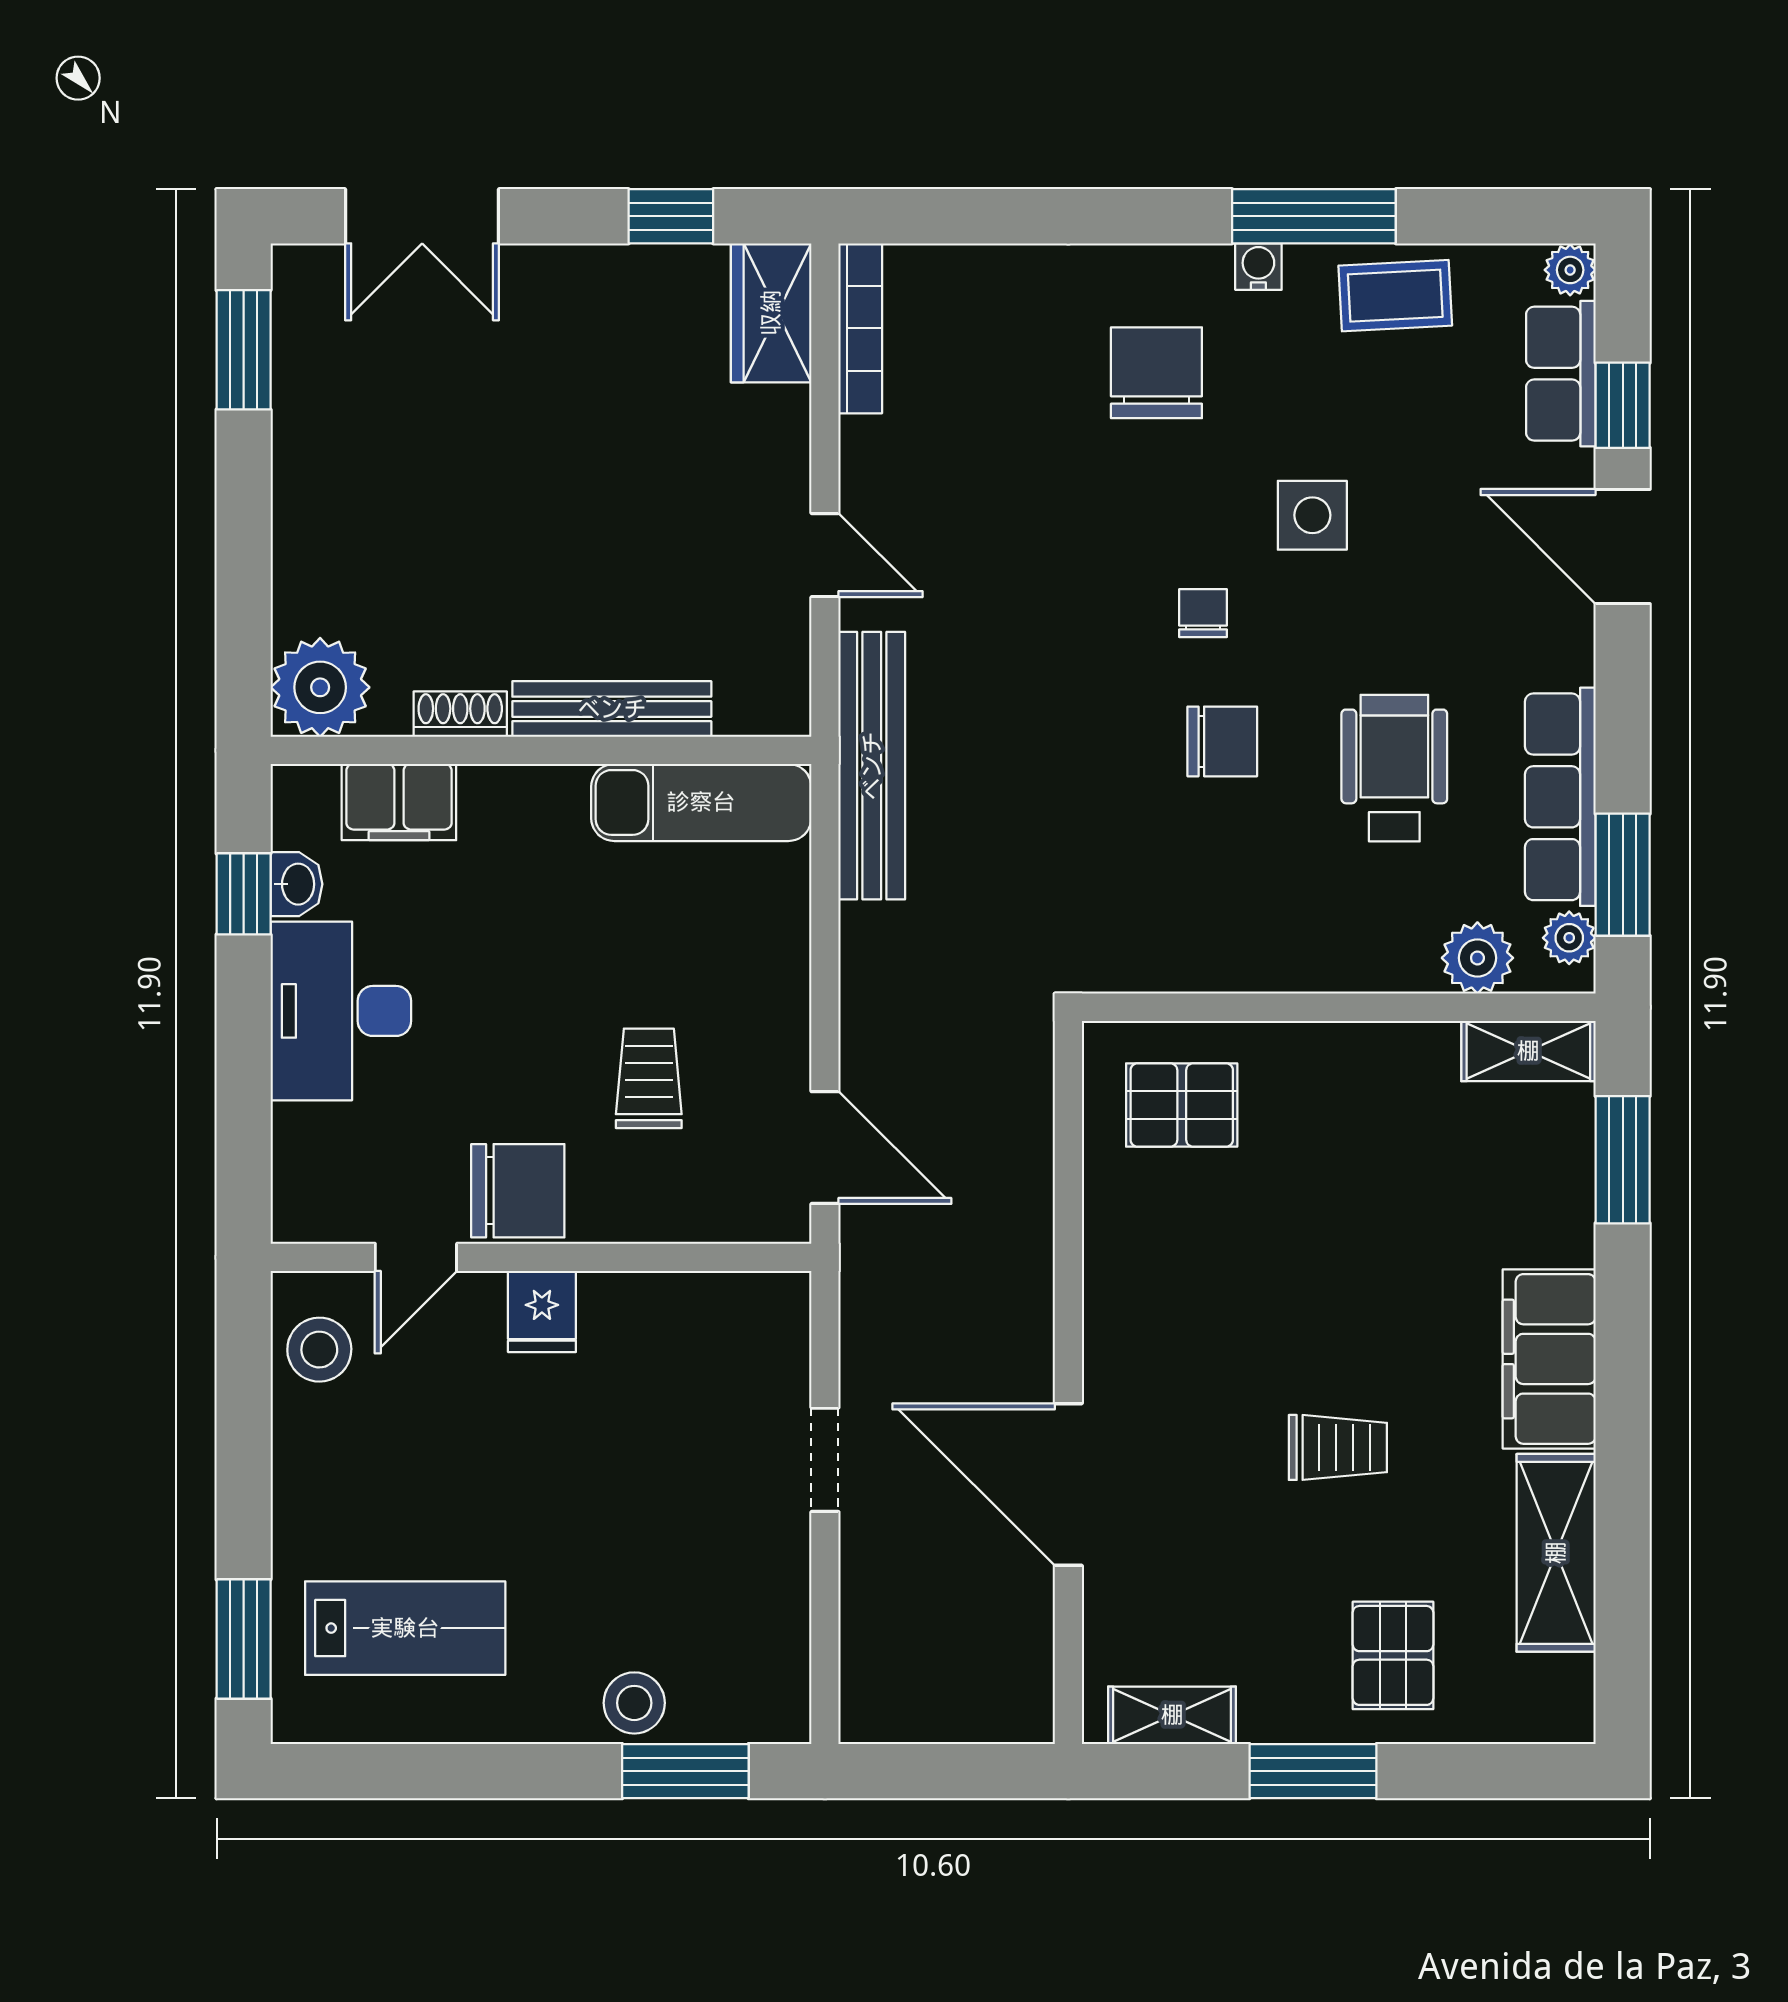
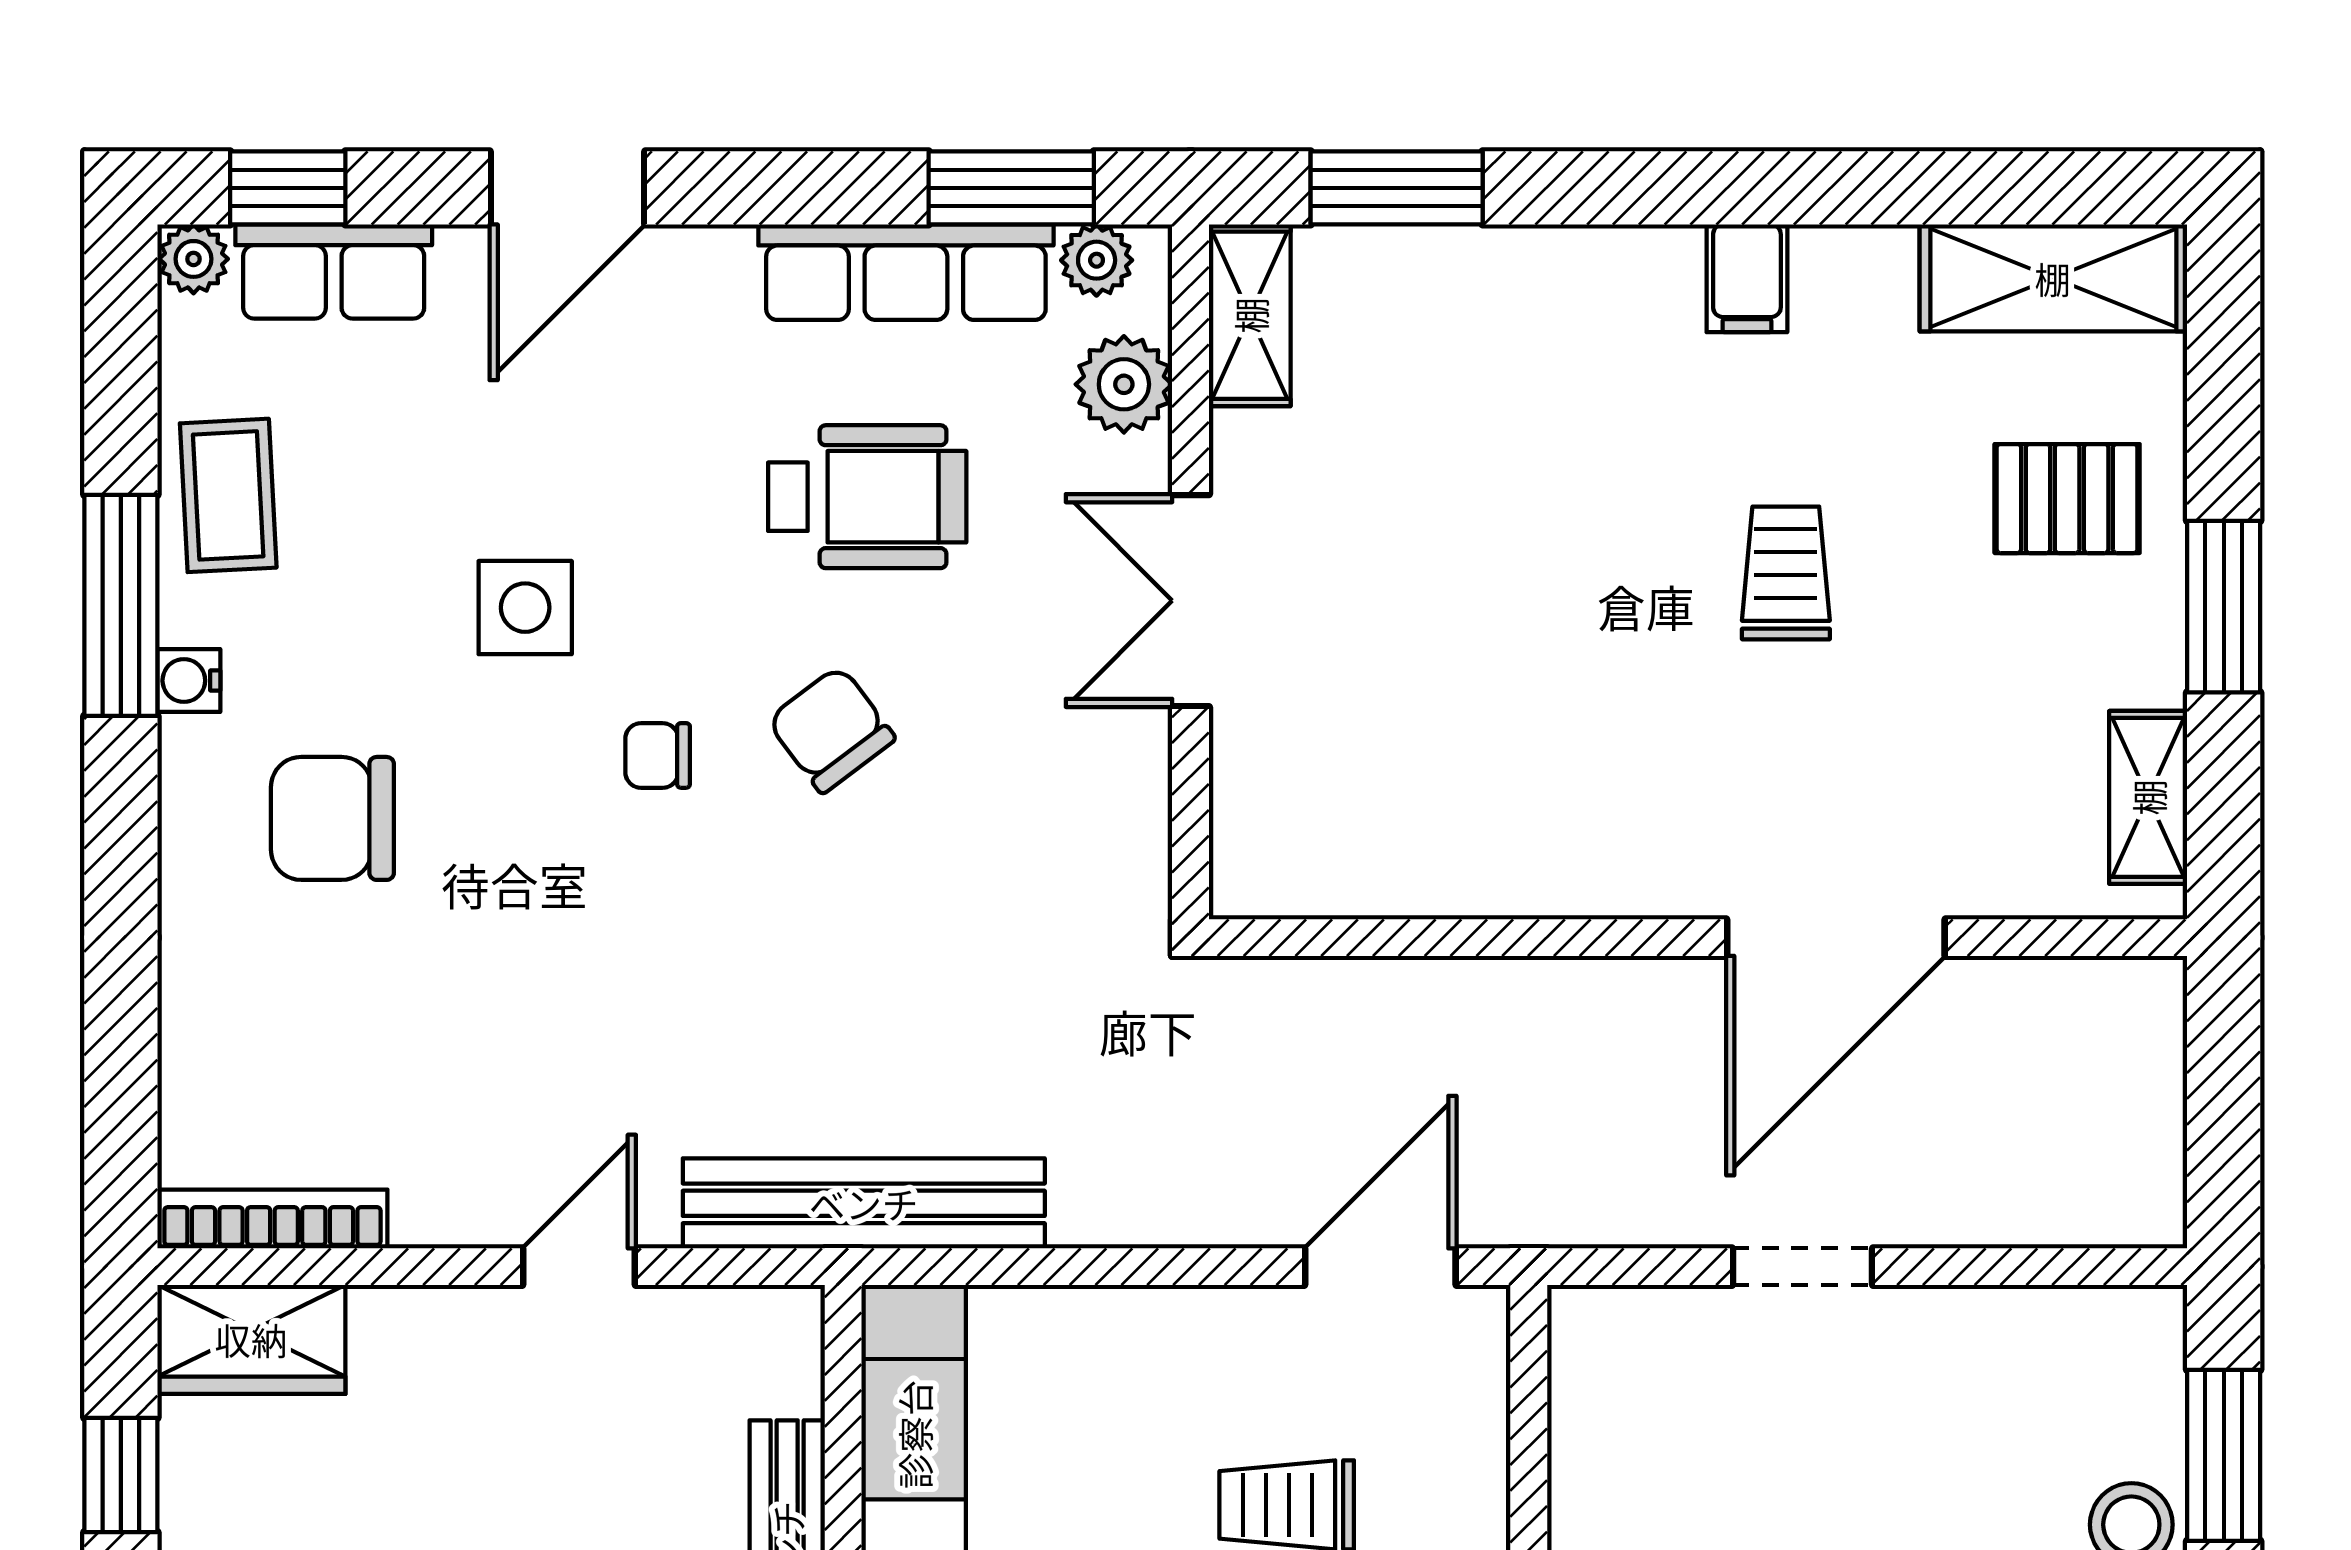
window: (1623, 405) -> (288, 188), moved
chair: (1222, 741) -> (831, 729), turned -37
wheelchair: (1394, 768) -> (867, 497), turned 180
double door: (1317, 1007) -> (1191, 601), added
pallet: (1182, 1105) -> (1323, 784), removed
filing cabinet: (1549, 1359) -> (1747, 278), width x0.33, depth x0.86
shelving: (1556, 1553) -> (2053, 278), moved

